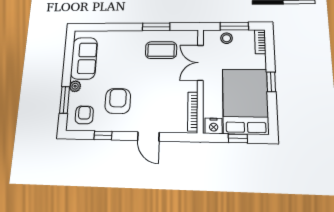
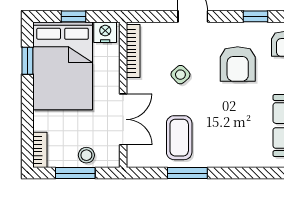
coffee table: (161, 50) -> (179, 138), turned 90
window: (271, 82) -> (27, 61), moved
side table: (159, 94) -> (180, 75), added

